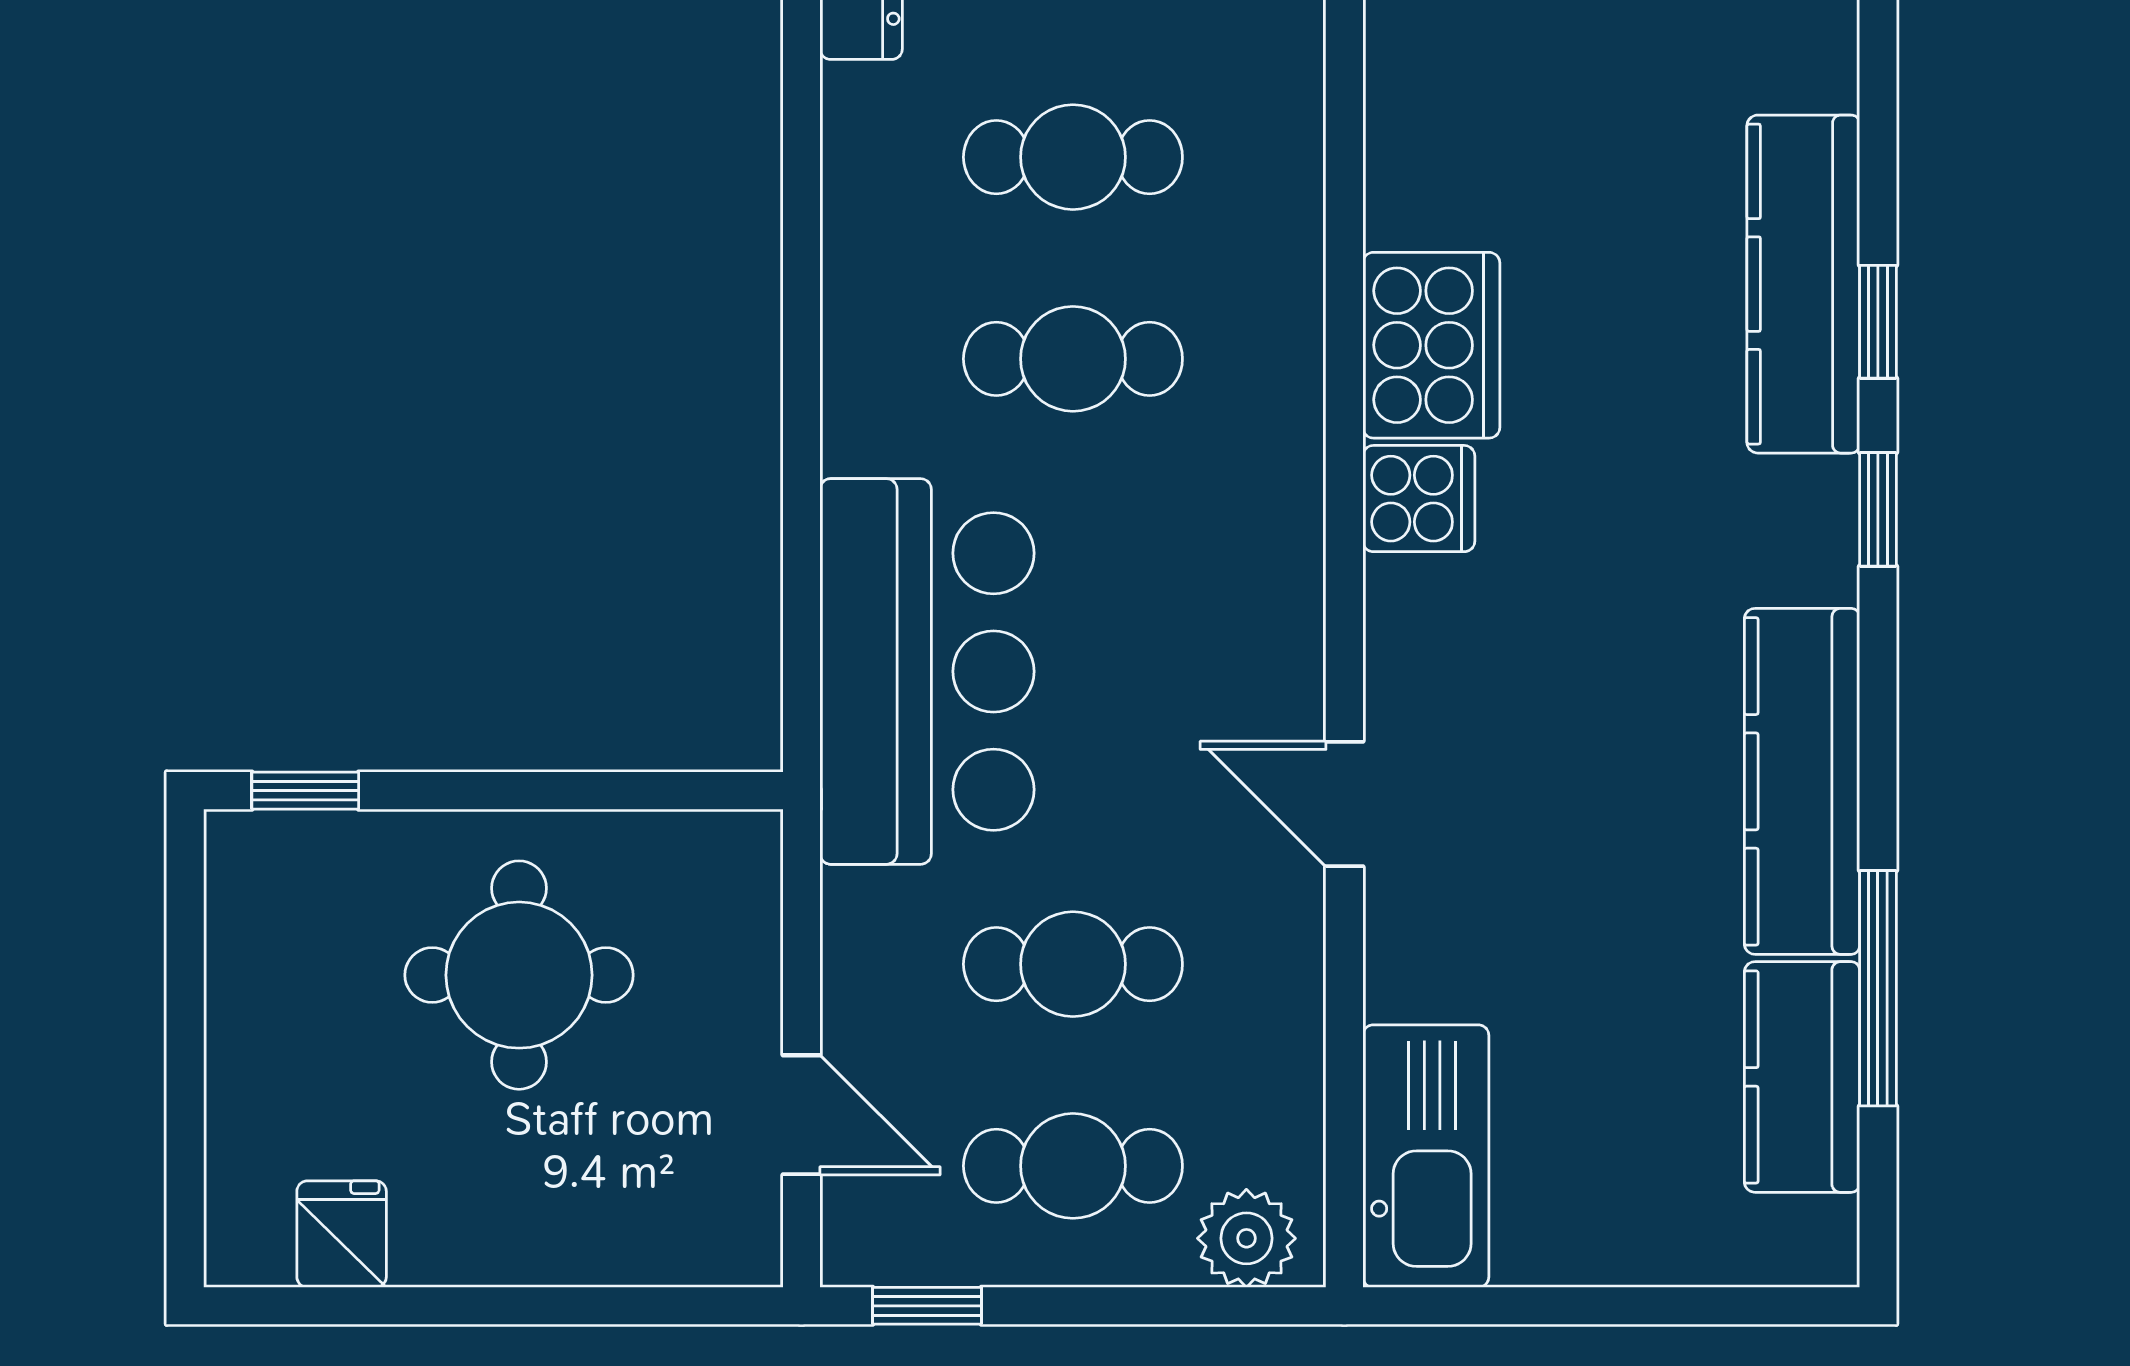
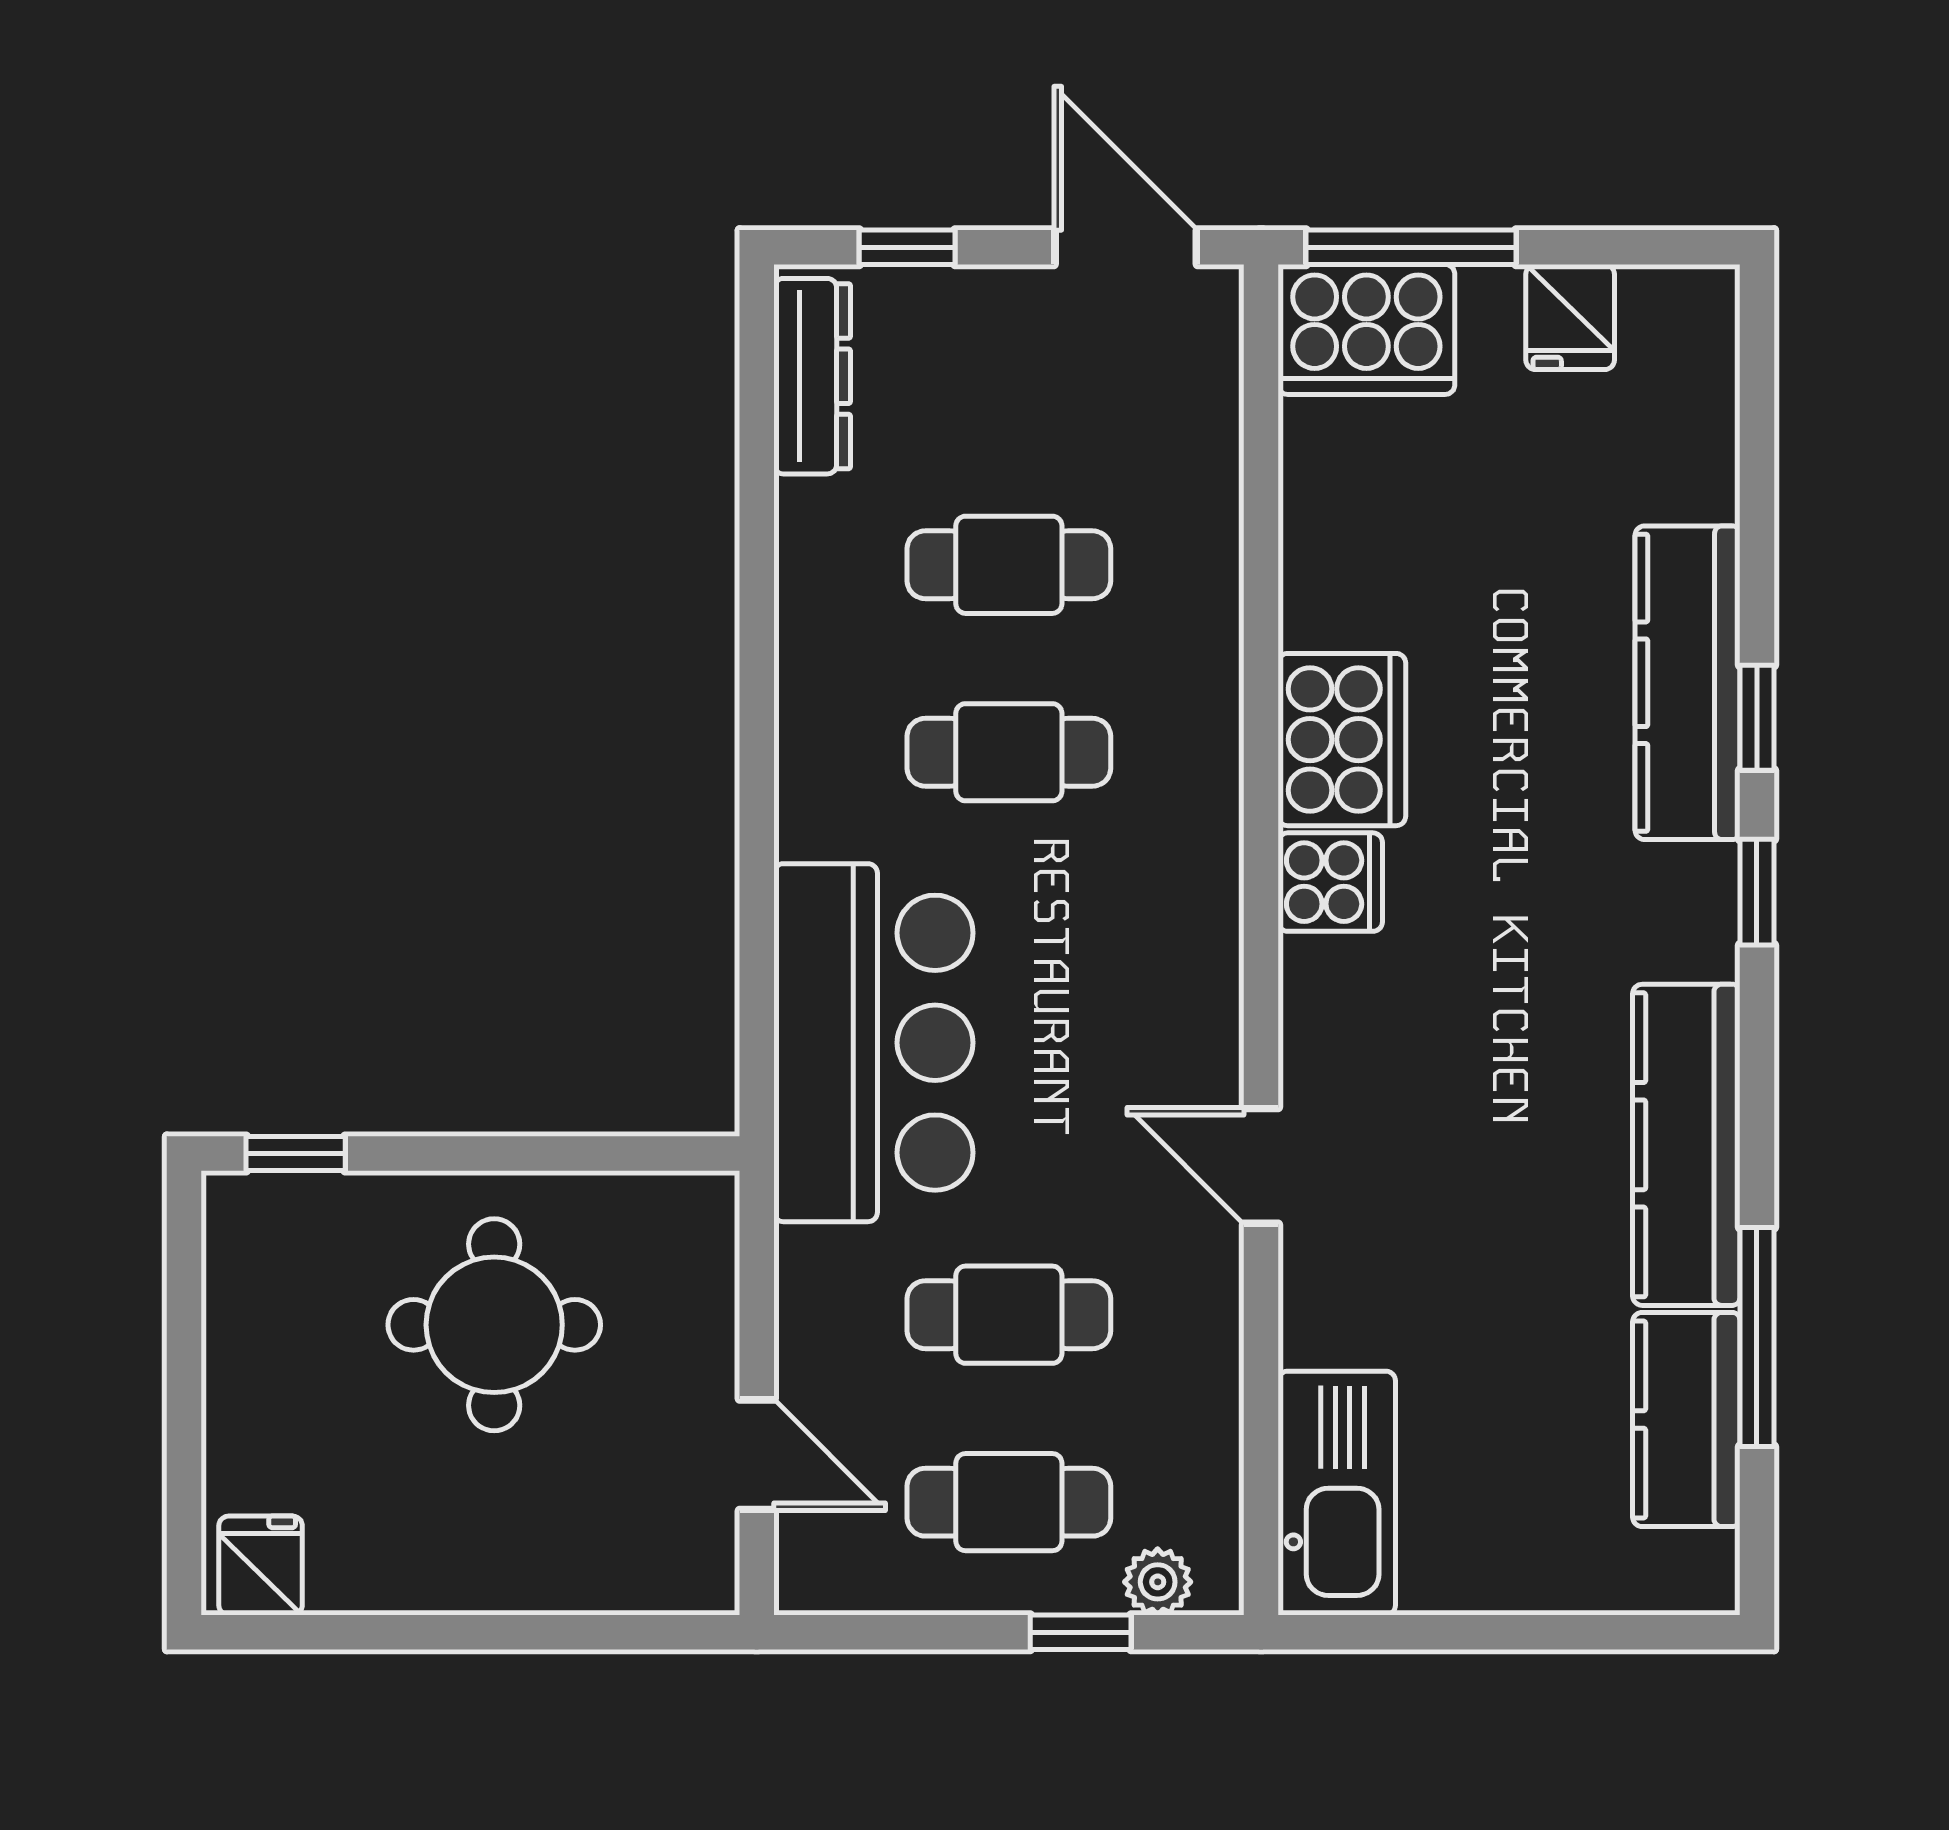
fridge: (342, 1234) -> (261, 1566), moved
plant: (1246, 1238) -> (1158, 1582), width x0.73, depth x0.73
window: (927, 1306) -> (1081, 1632), moved

